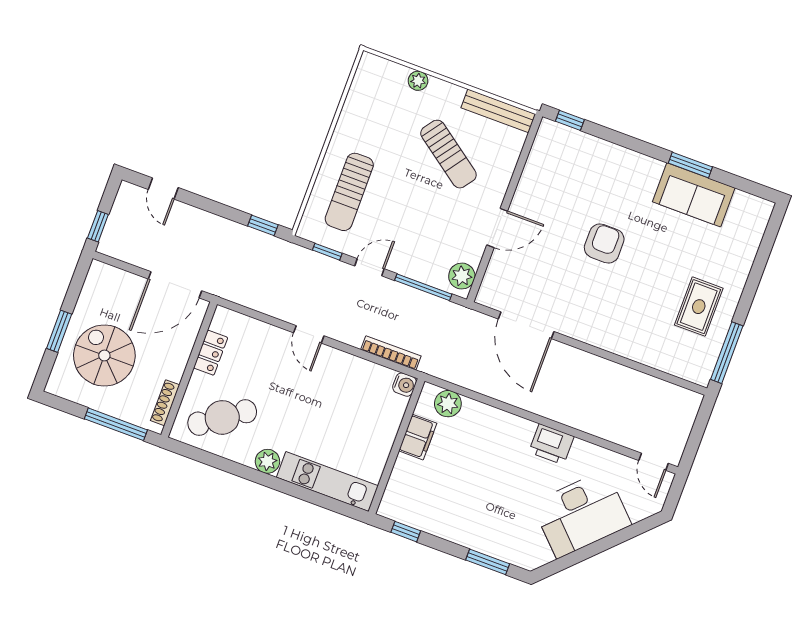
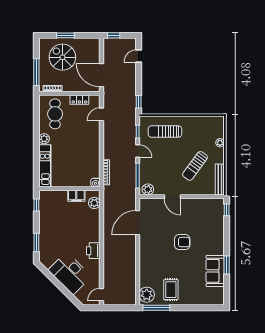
rug: (699, 307) -> (171, 290), turned 90
door: (309, 334) -> (102, 114), moved
spiral stairs: (104, 355) -> (62, 57), turned -90
plant: (690, 363) -> (147, 295), added
cafe table: (222, 417) -> (55, 114), turned 35

